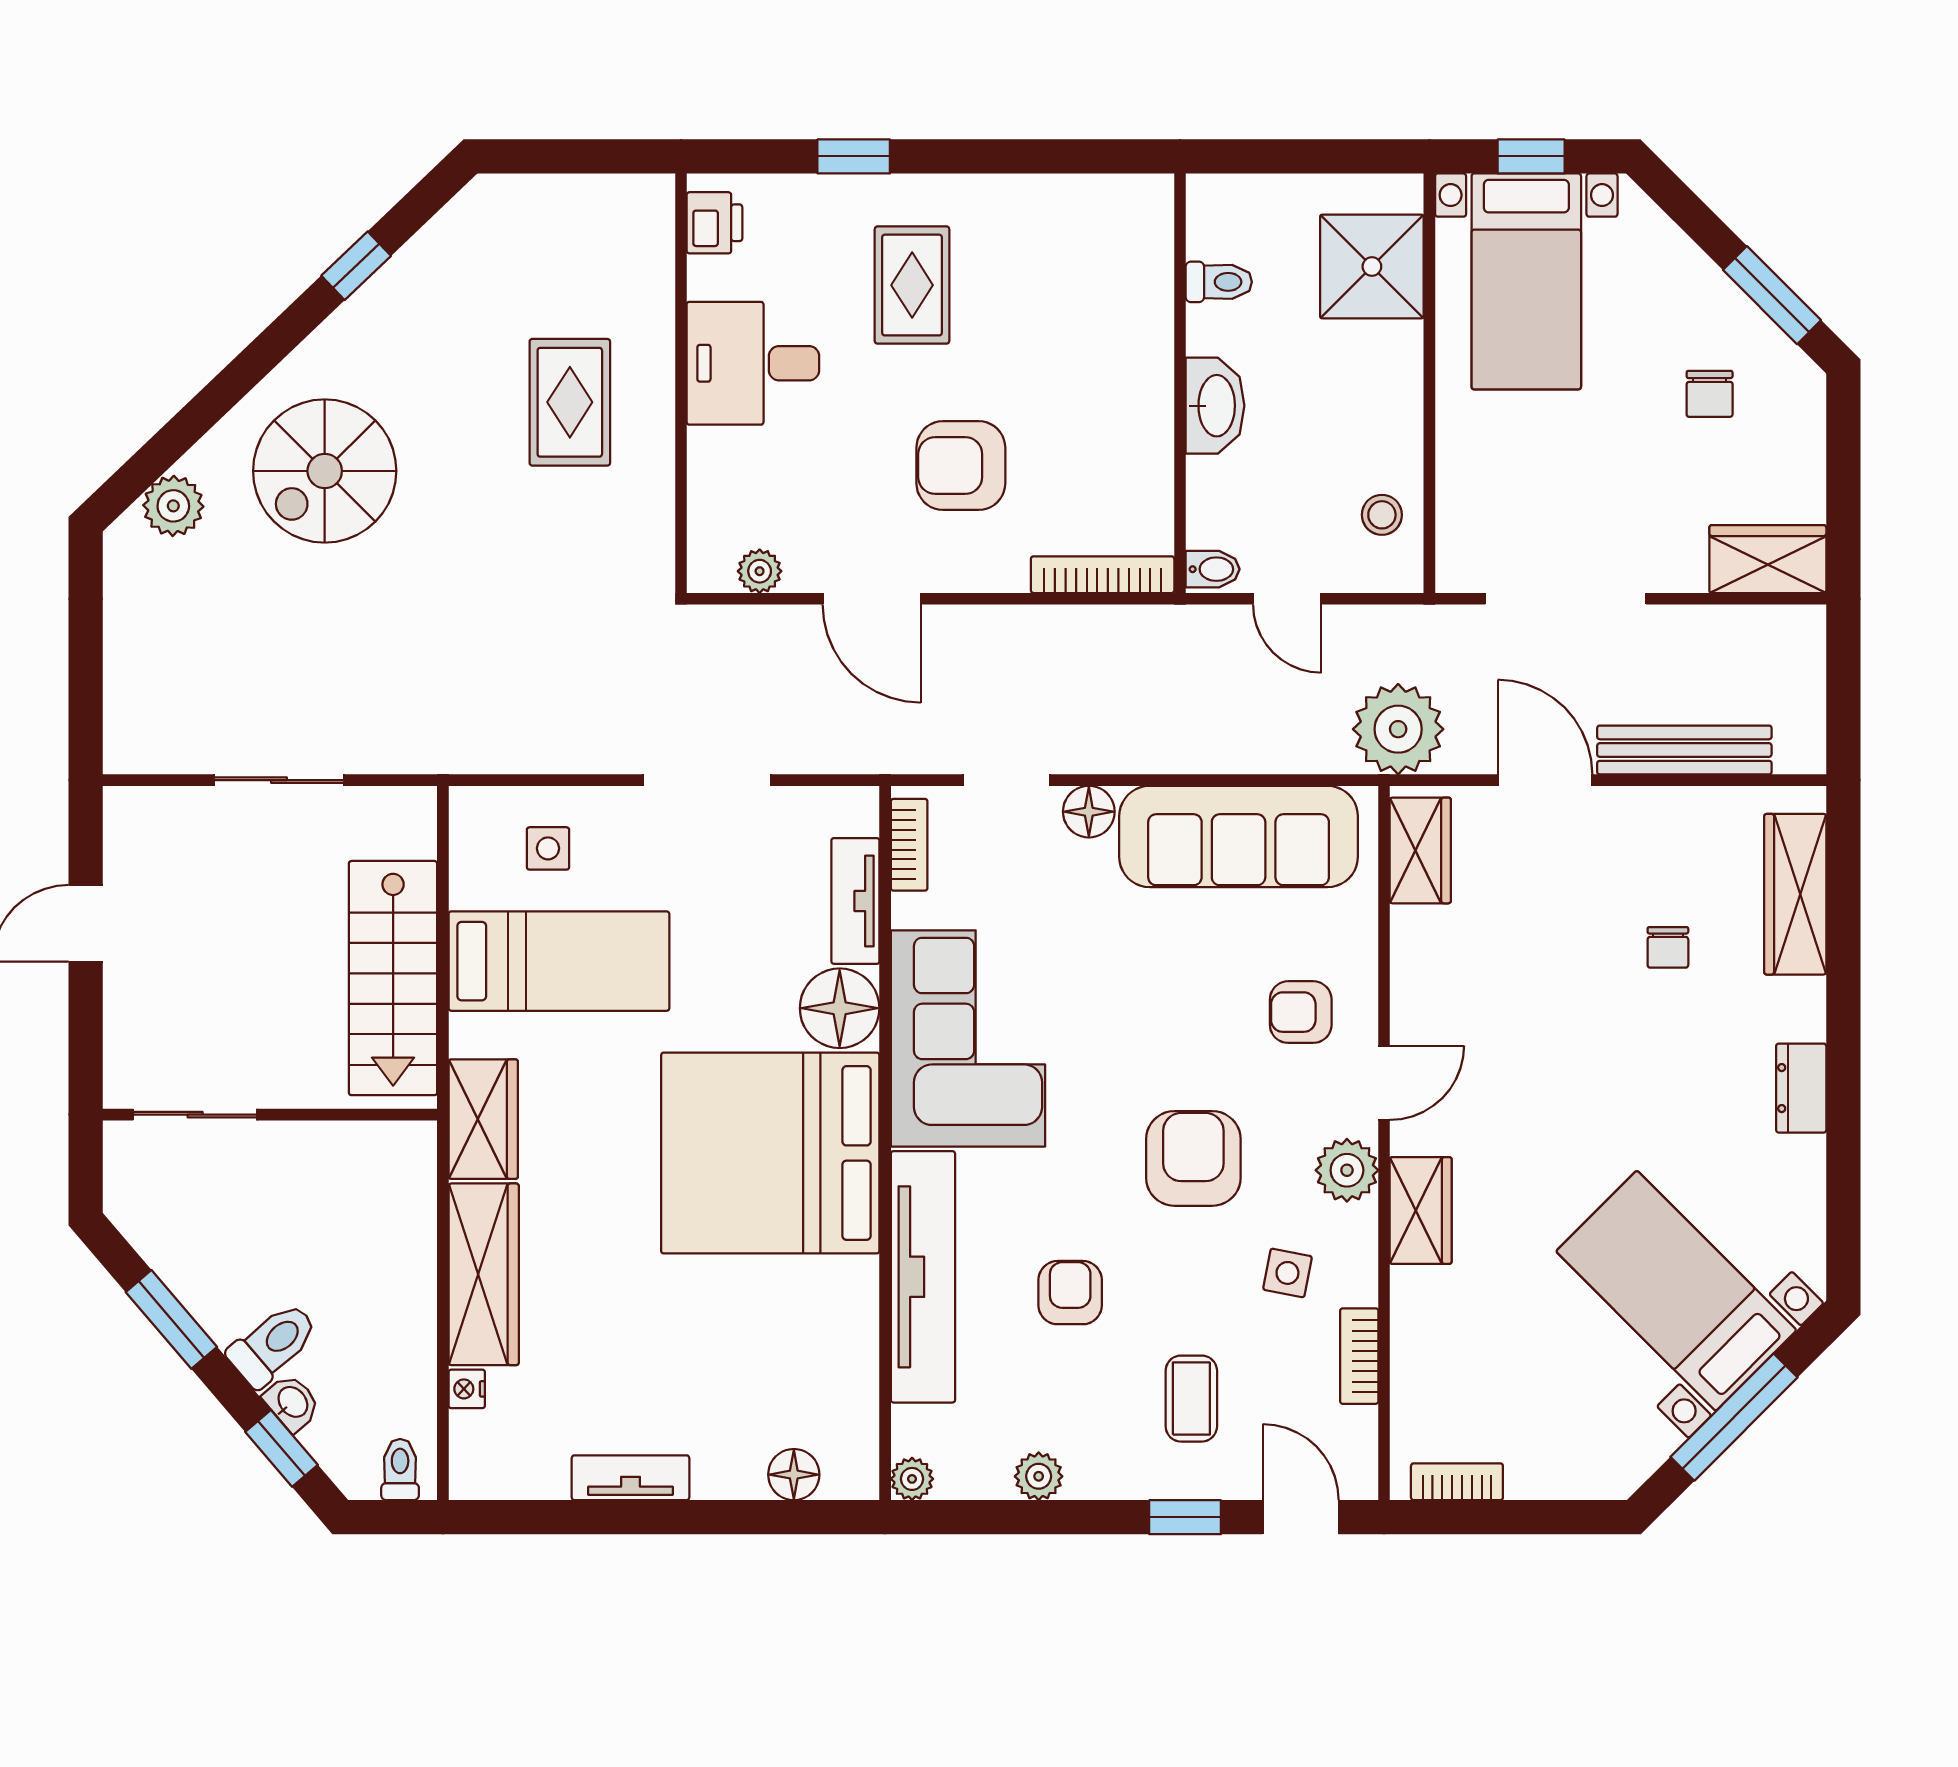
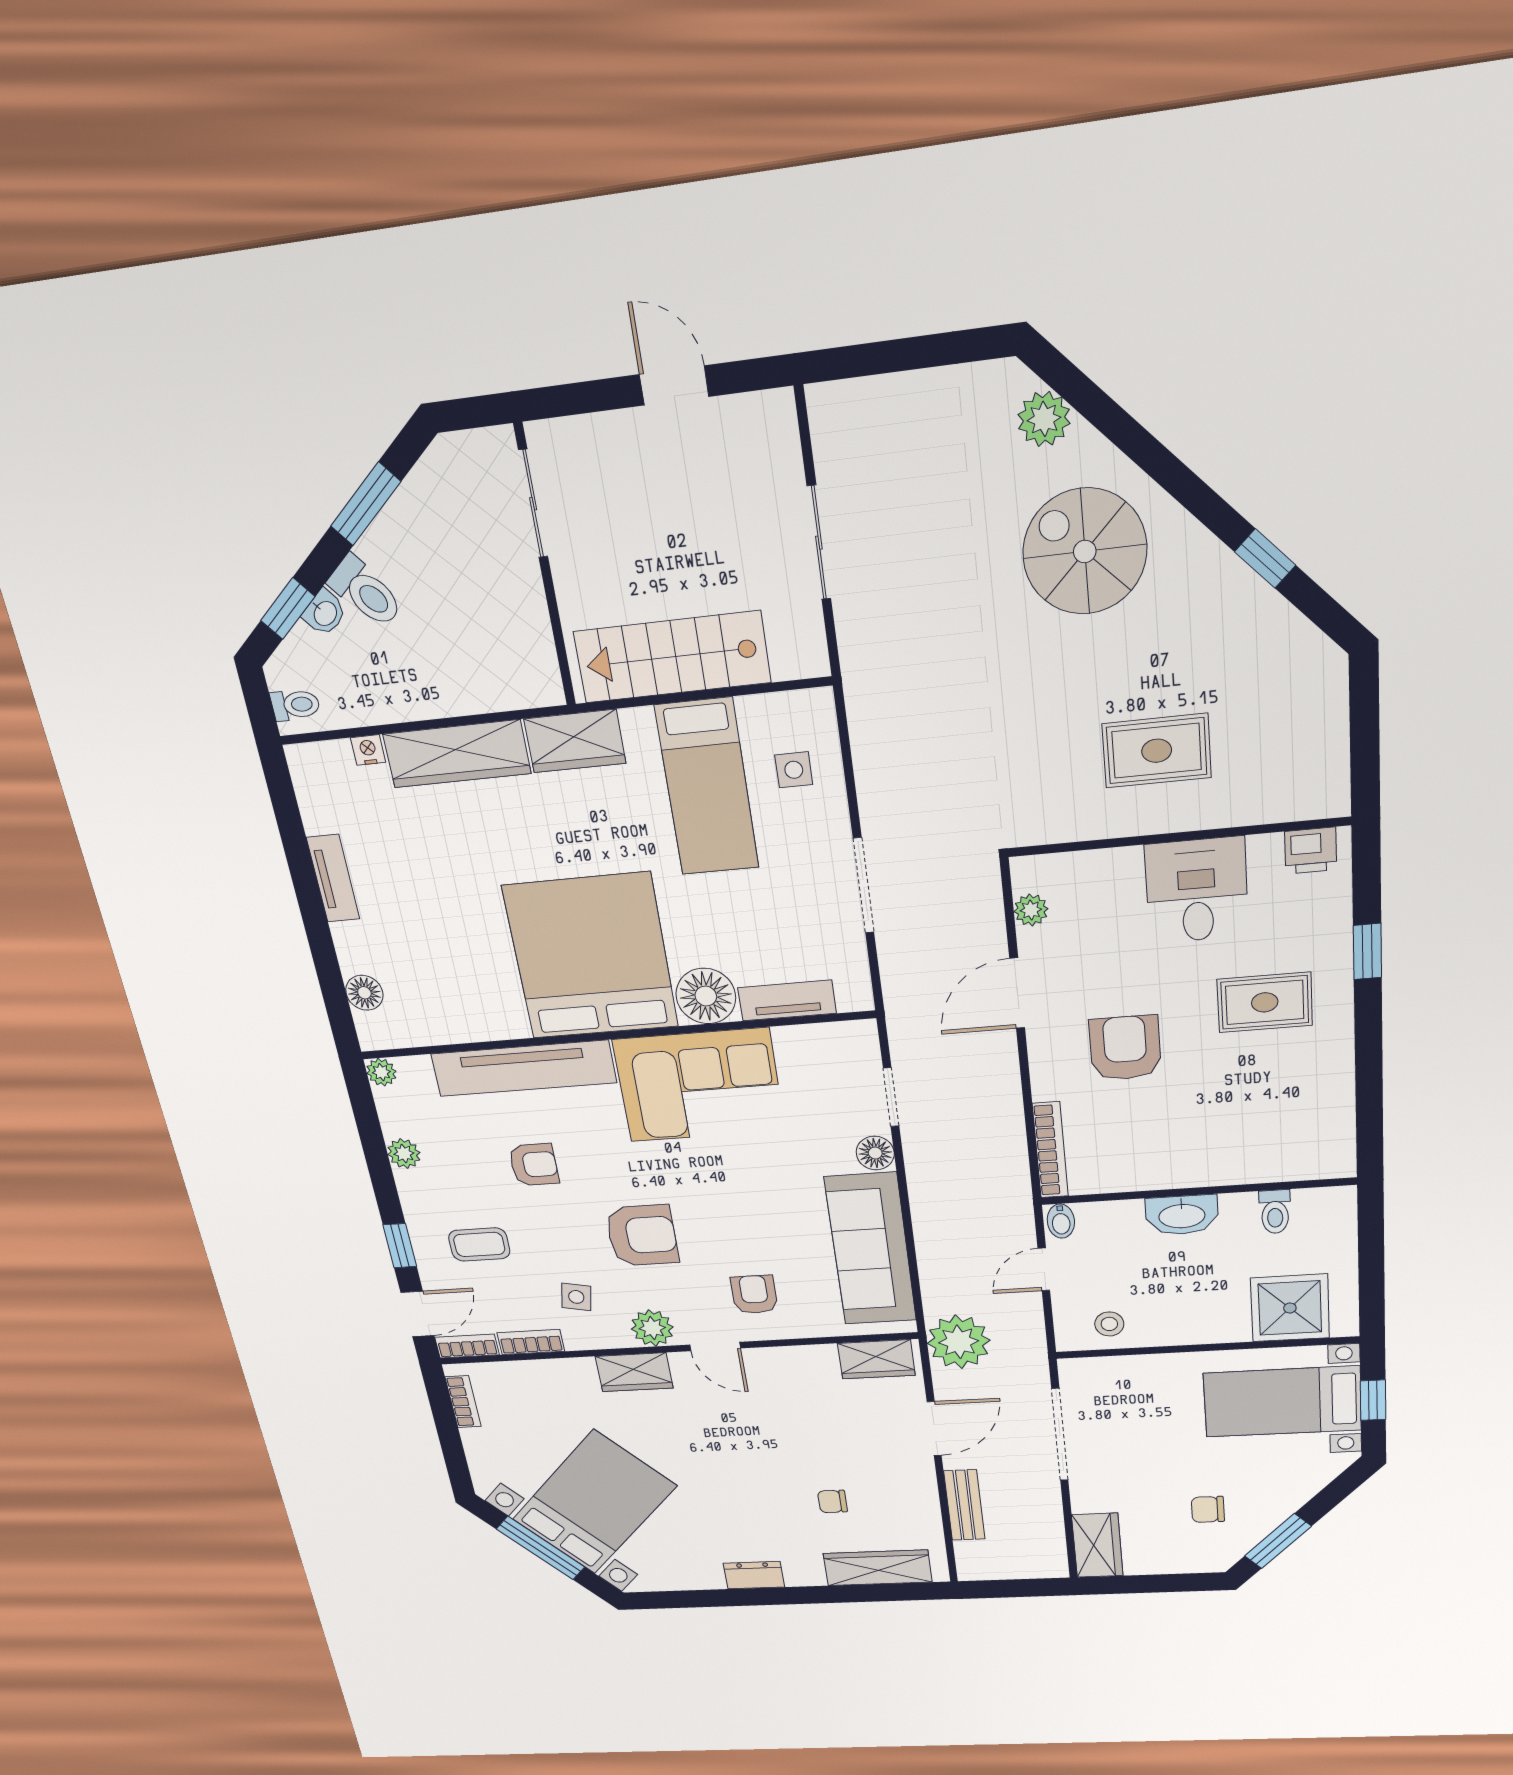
bench: (1684, 750) -> (964, 1505), width x0.73
bookcase: (909, 845) -> (467, 1346), moved, turned 180
bed with nightstands: (1676, 1291) -> (594, 1503), width x1.36

